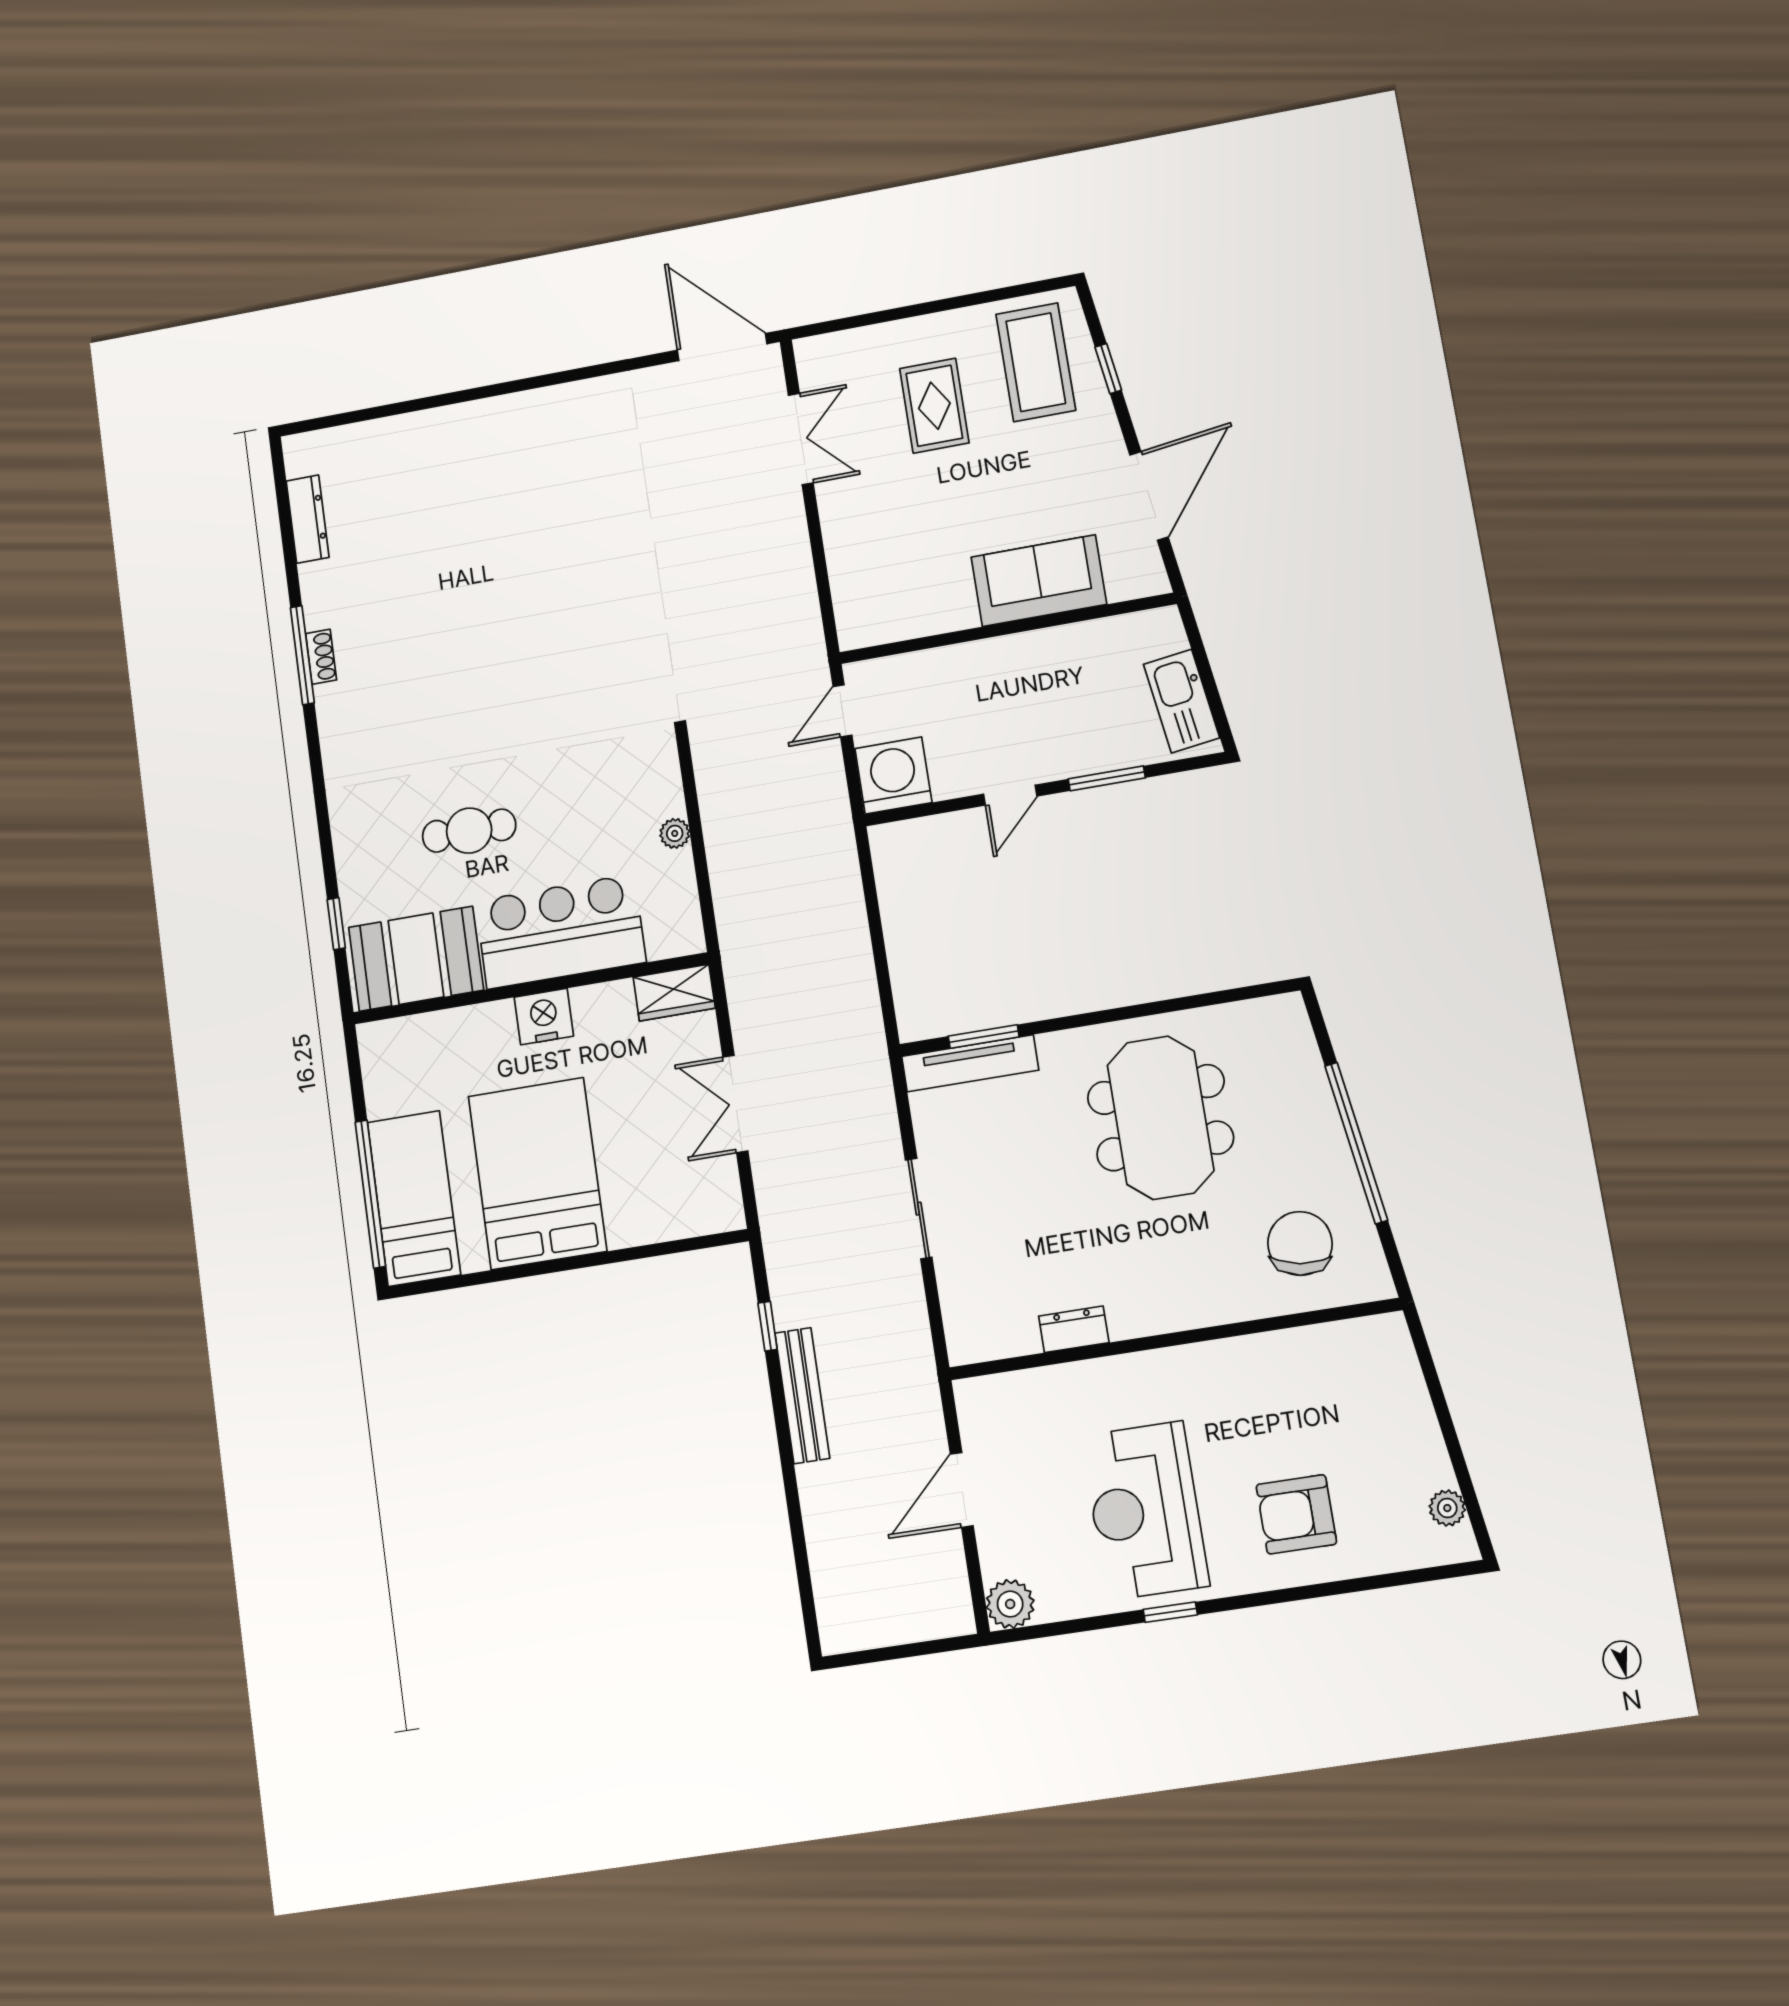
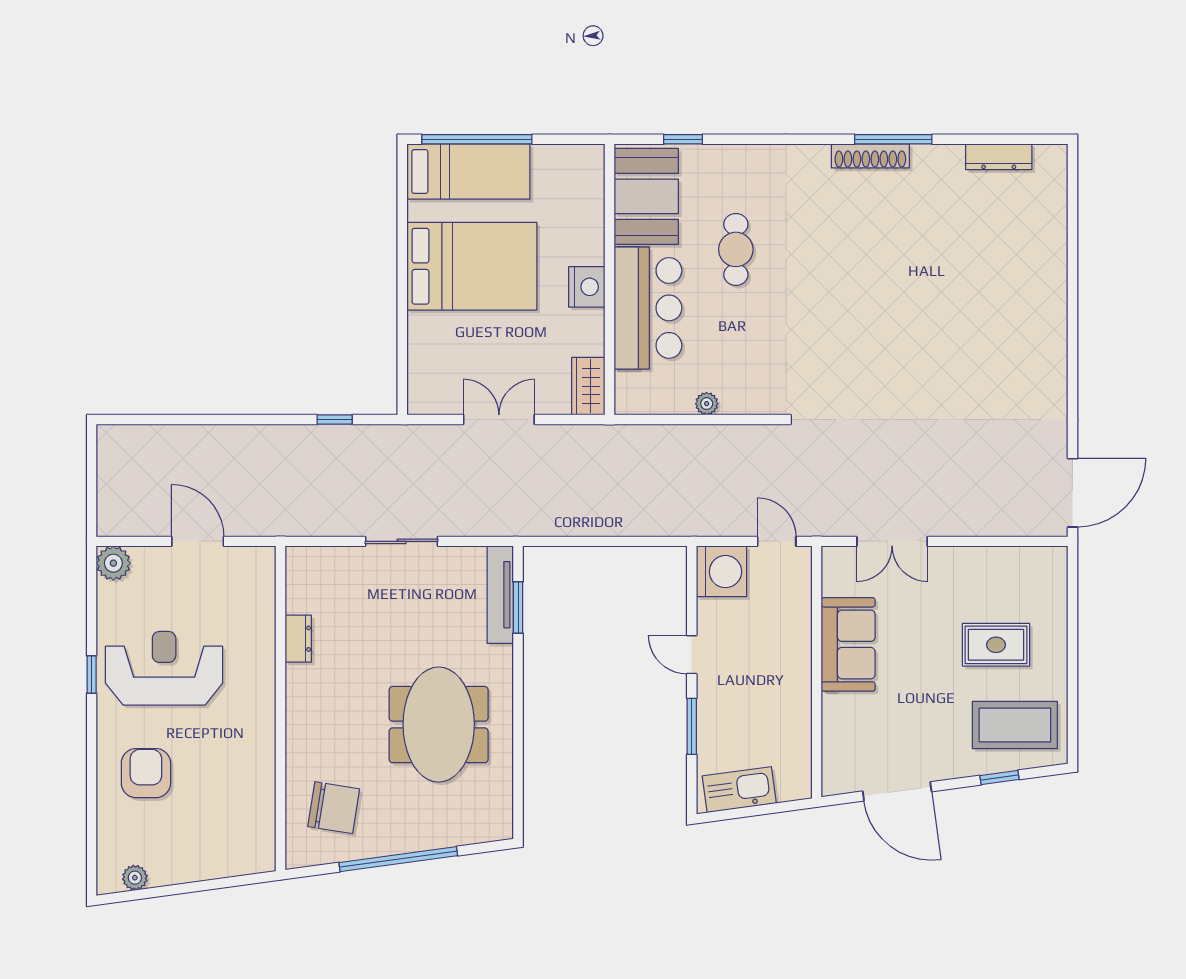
double door: (801, 439) -> (892, 541), moved
sofa: (1039, 581) -> (848, 644), moved
shoe rack: (321, 657) -> (870, 156), width x1.94, depth x1.24
meeting table: (1160, 1118) -> (439, 725), turned 90
bench: (802, 1395) -> (281, 437), removed

